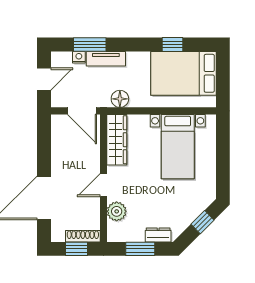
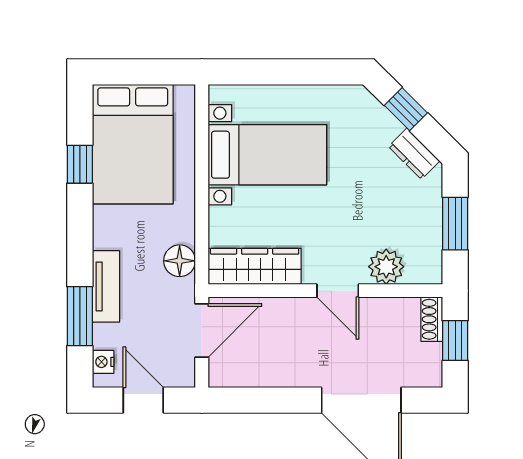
nightstand: (79, 57) -> (103, 362), moved
dresser: (158, 235) -> (414, 154), moved, turned -45
shoe rack: (83, 236) -> (432, 319), width x0.70

